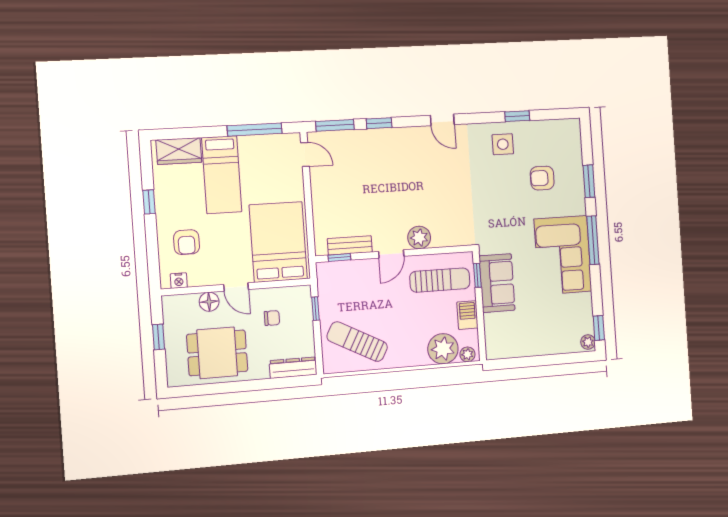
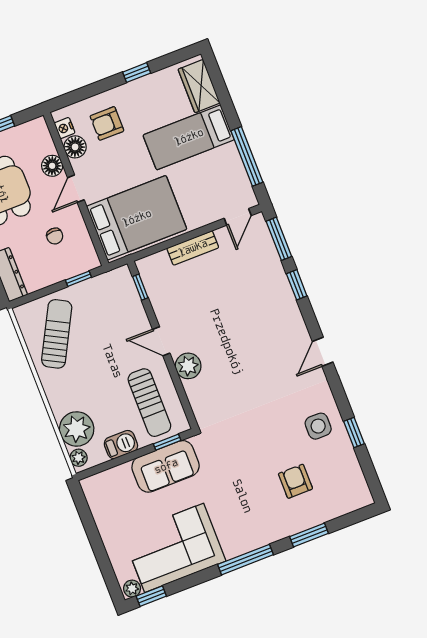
bench: (350, 245) -> (193, 248), moved, turned 90
corner sofa: (563, 255) -> (174, 548), moved
floor lamp: (199, 276) -> (75, 147), added

